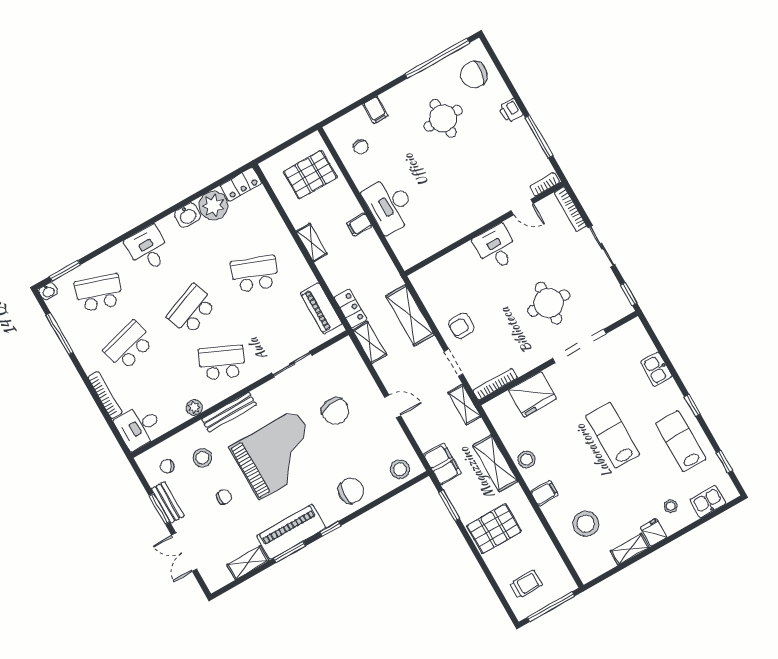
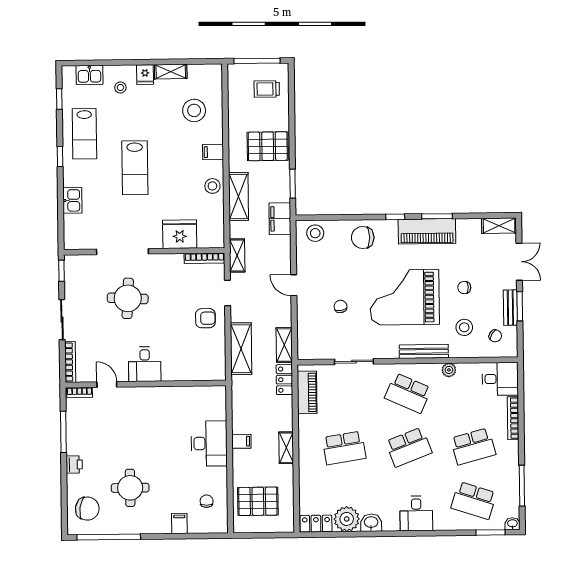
school desk: (255, 274) -> (344, 448), turned -30
chair: (335, 411) -> (341, 306), width x0.54, depth x0.54
shelving: (248, 563) -> (499, 226), moved

